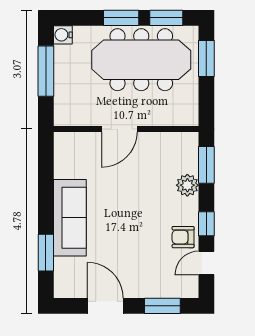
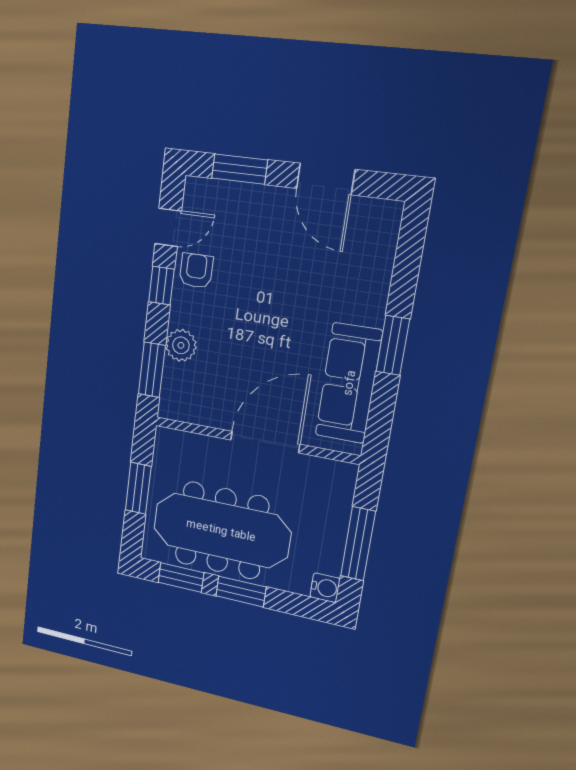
window: (206, 58) -> (138, 488), moved
door: (119, 129) -> (265, 442), width x1.36
sofa: (70, 218) -> (349, 383), moved
armchair: (183, 237) -> (196, 271), turned -90
window: (46, 253) -> (393, 345), moved

